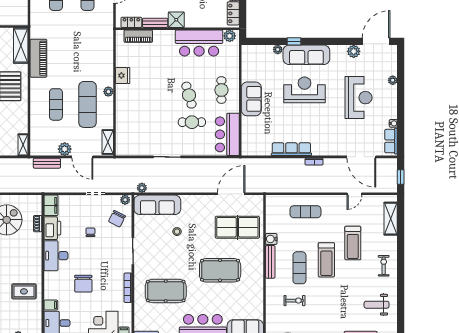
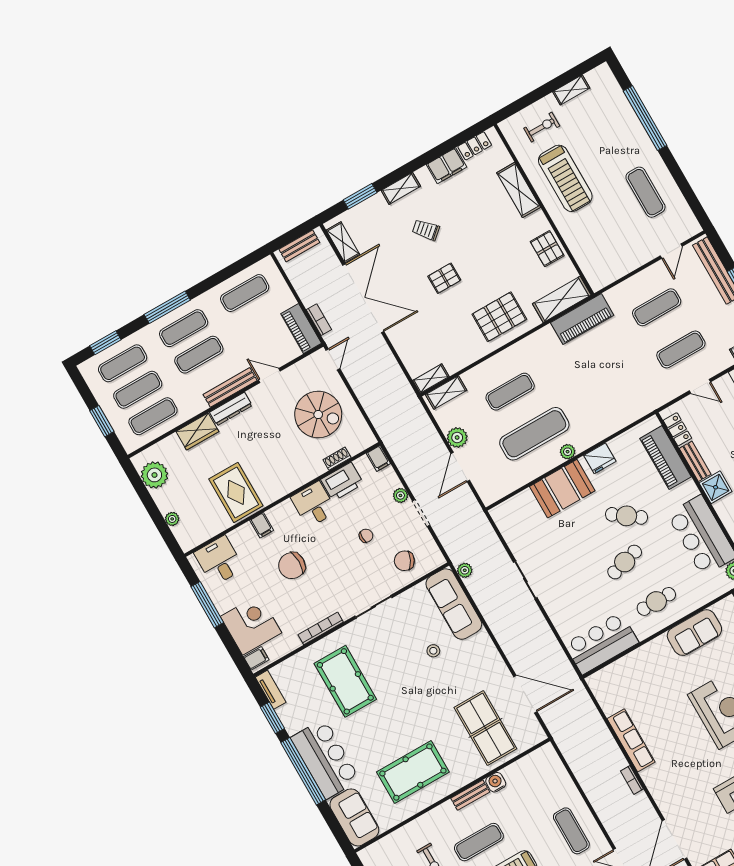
piano: (138, 36) -> (666, 458), width x1.37, depth x1.33
piano: (38, 58) -> (582, 319), moved
sofa: (251, 99) -> (694, 633), moved
booth: (127, 106) -> (562, 489), added
cafe table: (192, 122) -> (627, 516), moved, turned -54
shelving: (108, 142) -> (446, 392), moved
bench: (47, 163) -> (425, 425), removed
plant: (125, 200) -> (400, 495), moved
filing cabinet: (51, 205) -> (378, 458), width x0.50
exercise mat: (305, 212) -> (571, 831), moved
desk: (56, 256) -> (314, 505), width x0.73
bench: (270, 262) -> (470, 795), width x0.73
pool table: (220, 270) -> (413, 772), moved, turned 90
rug: (24, 291) -> (236, 492), width x1.36, depth x1.43
filing cabinet: (51, 305) -> (262, 525), moved

